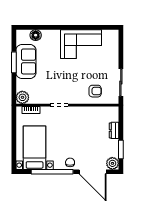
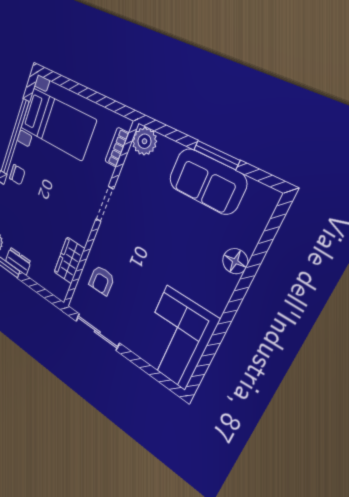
floor lamp: (36, 35) -> (235, 261), moved
corner sofa: (81, 44) -> (176, 338), moved
wardrobe: (96, 113) -> (69, 260), added
dresser: (114, 130) -> (18, 261), moved

